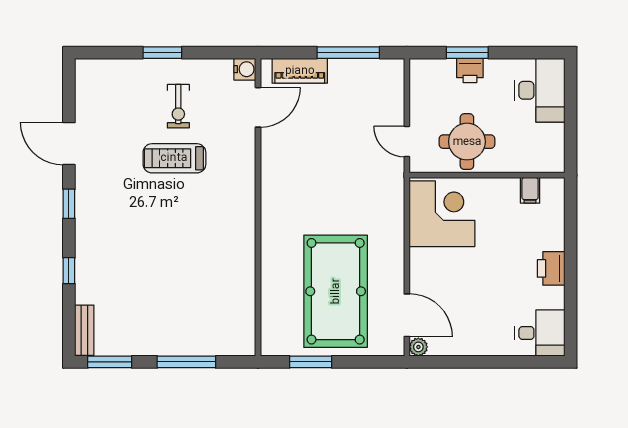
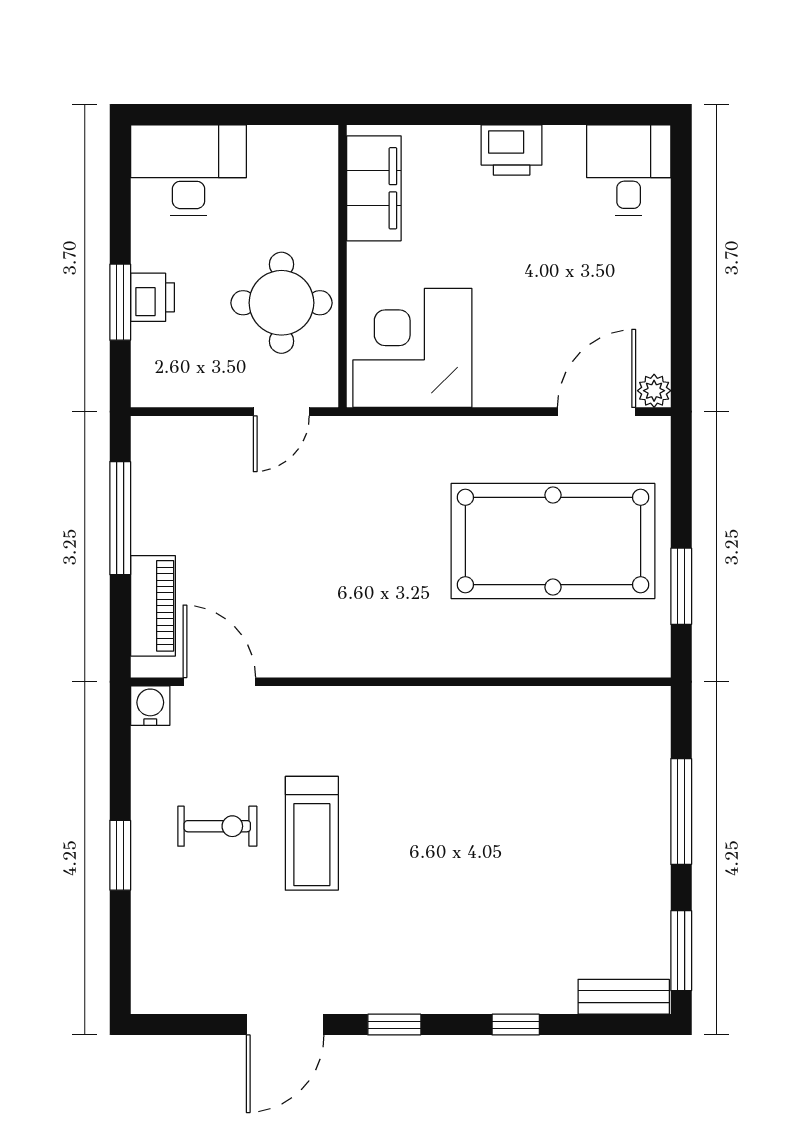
filing cabinet: (530, 190) -> (374, 188), width x3.00, depth x1.17

